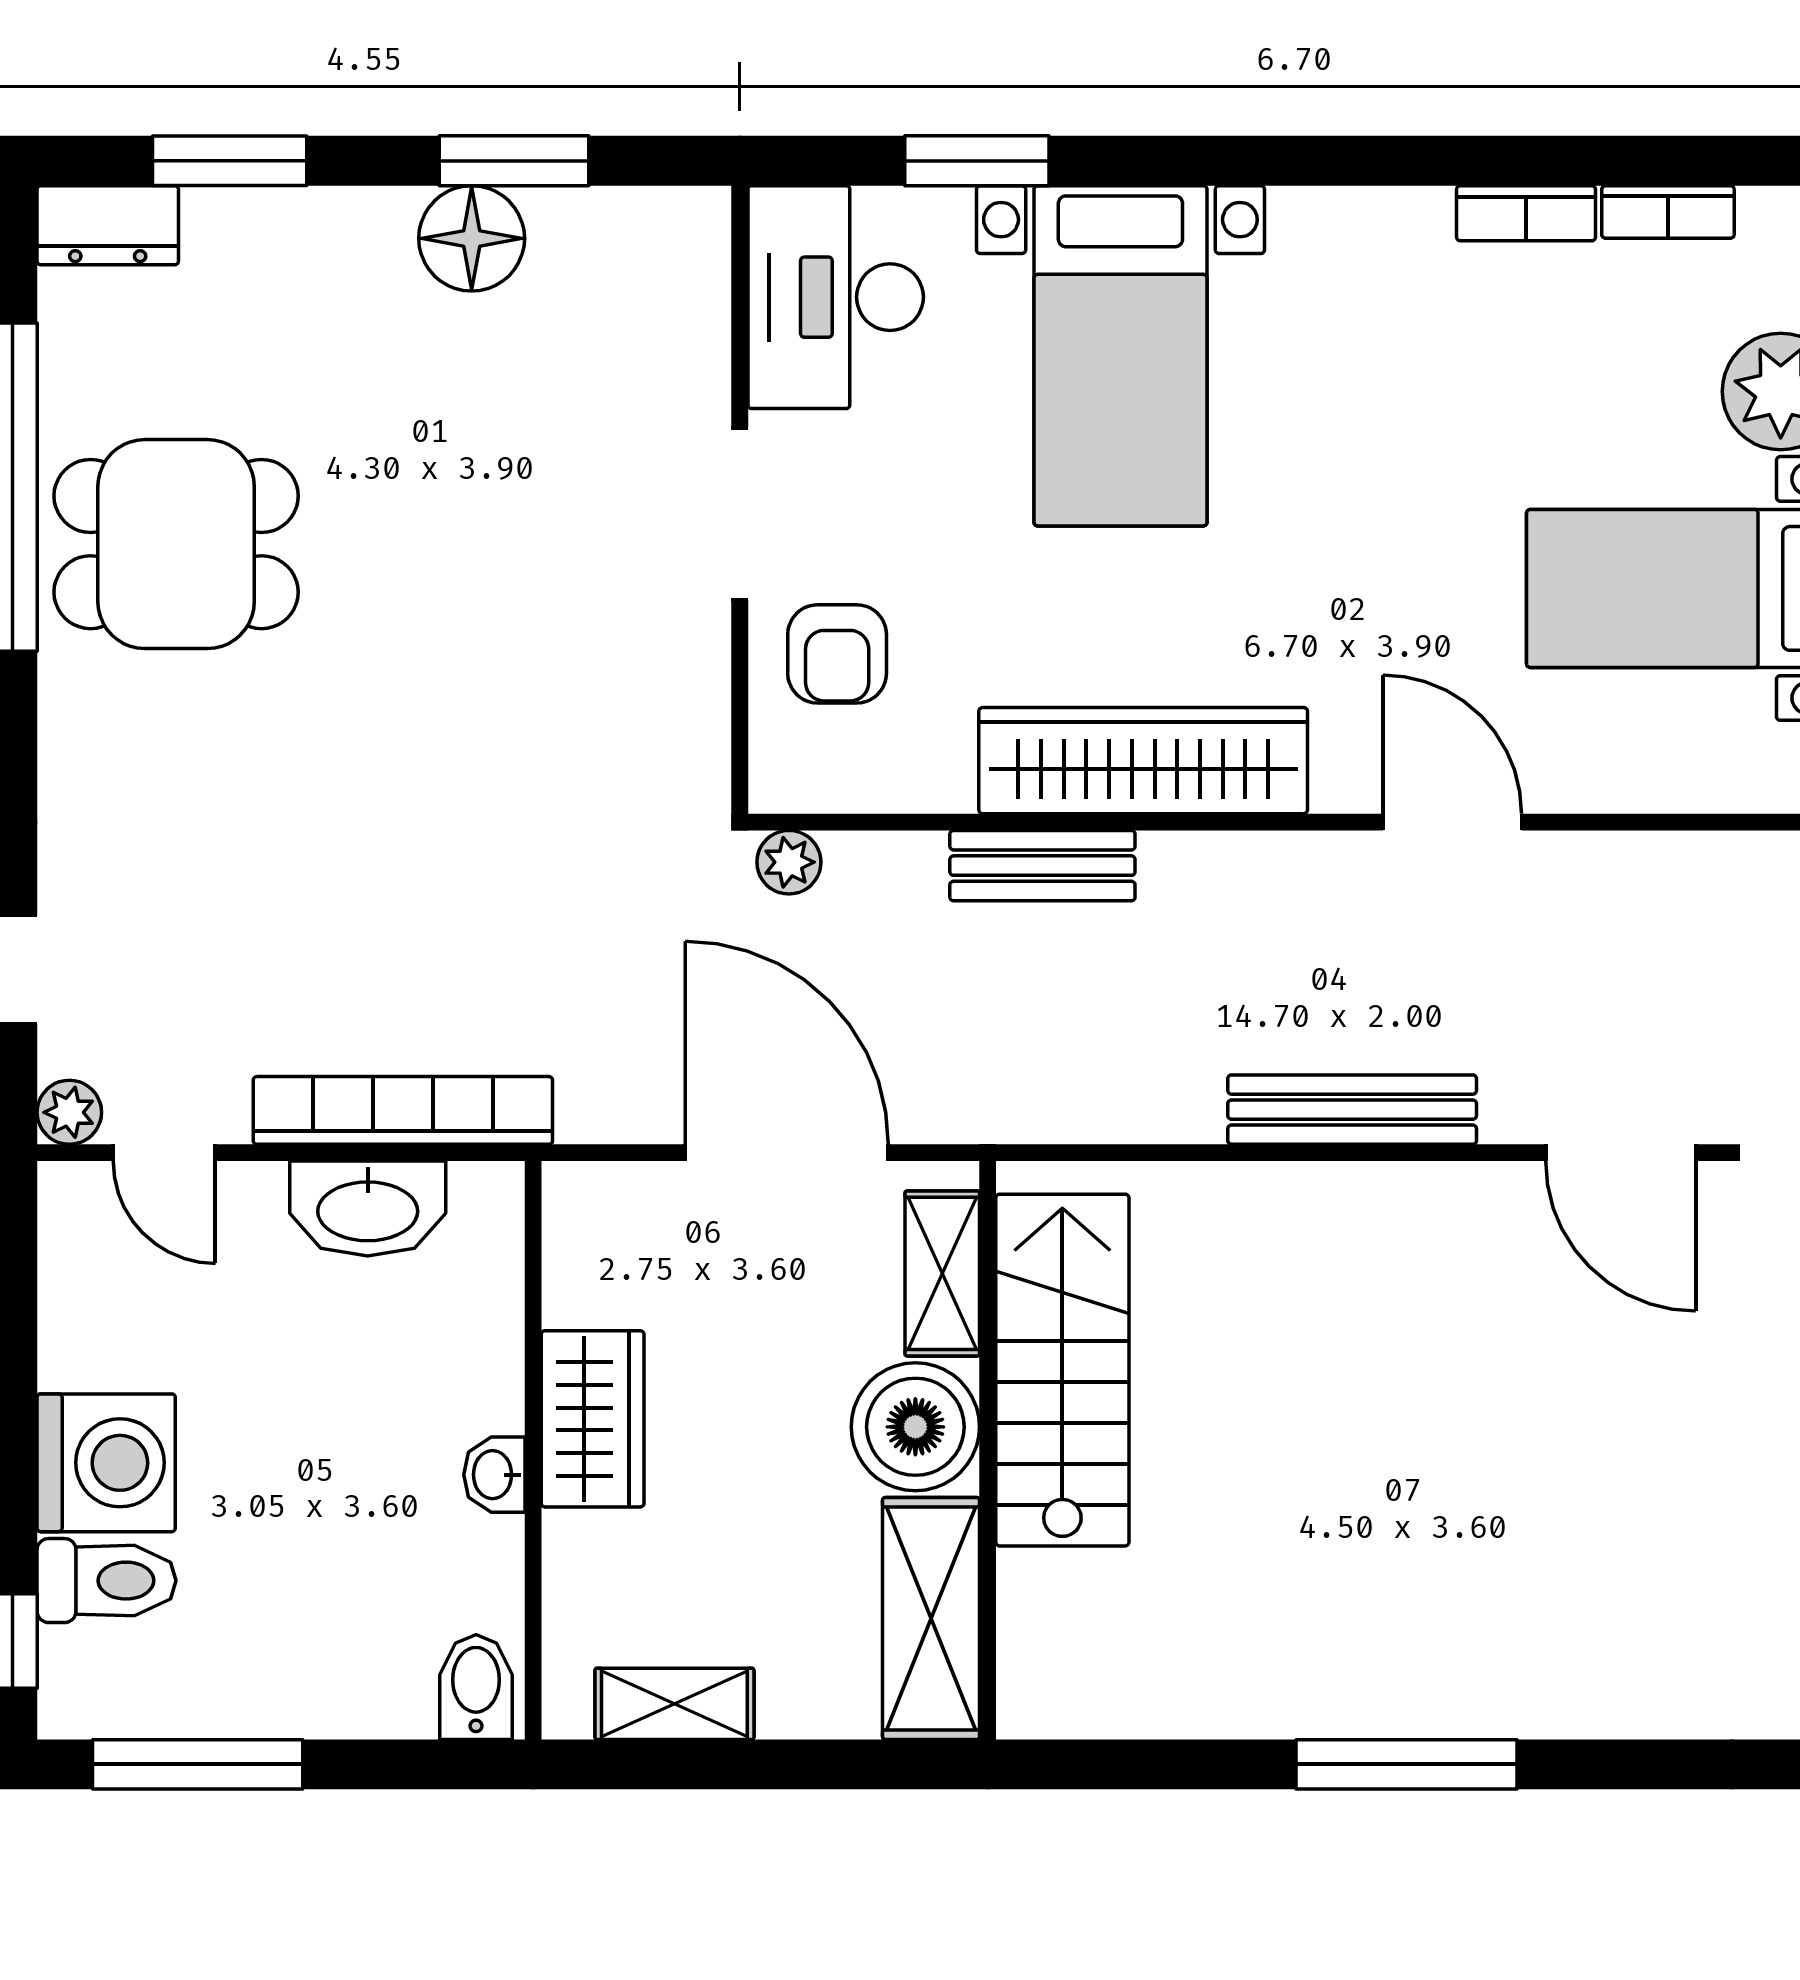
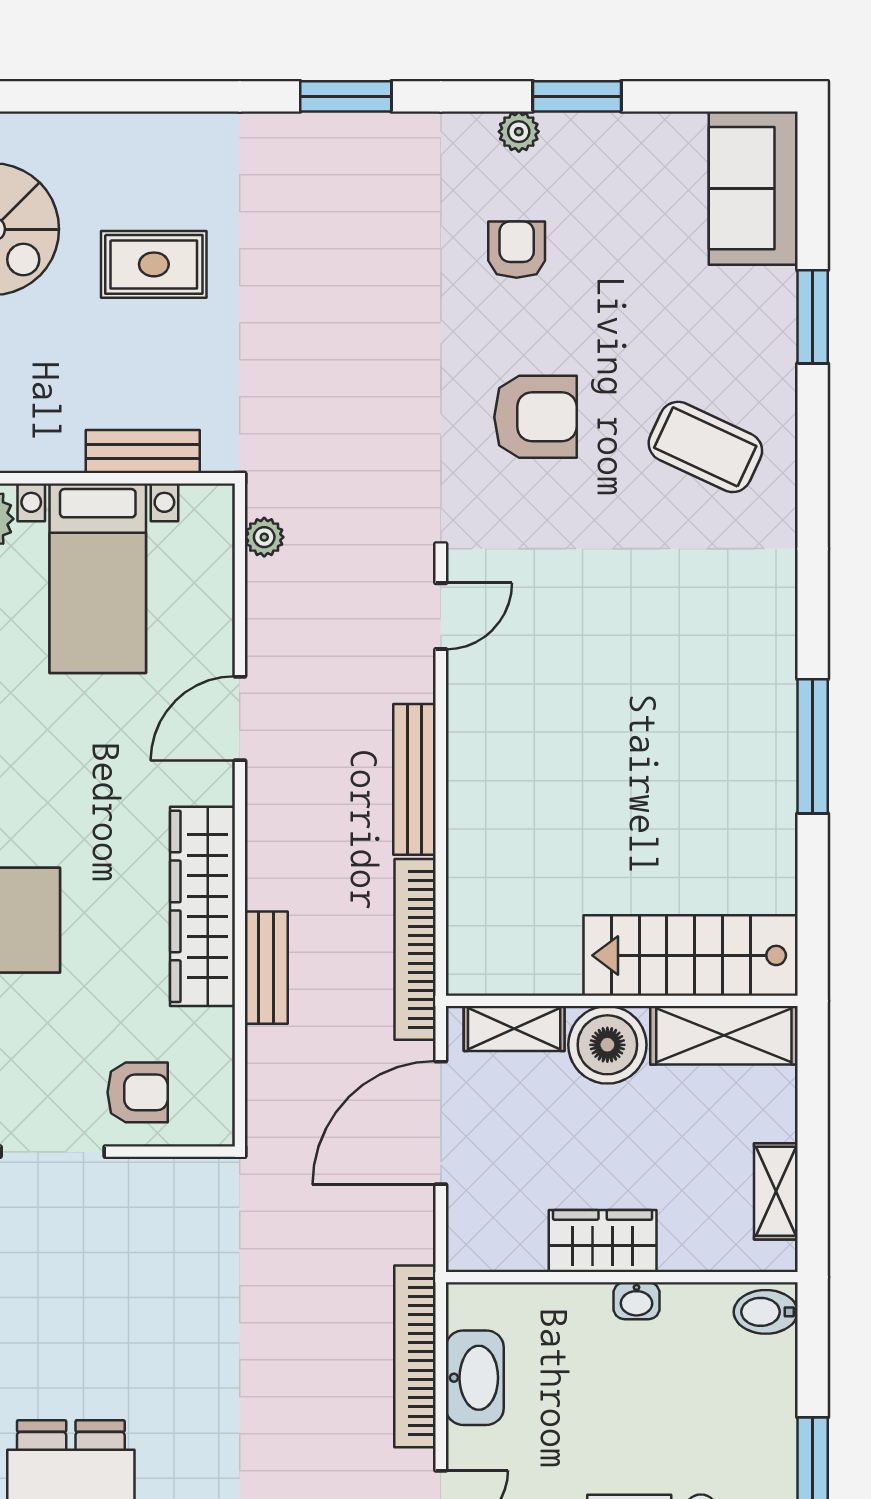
plant: (789, 862) -> (264, 537), moved
bookcase: (1072, 1111) -> (415, 949), added
door: (1621, 1153) -> (441, 616), width x0.73
stairs: (1062, 1370) -> (691, 955), moved

